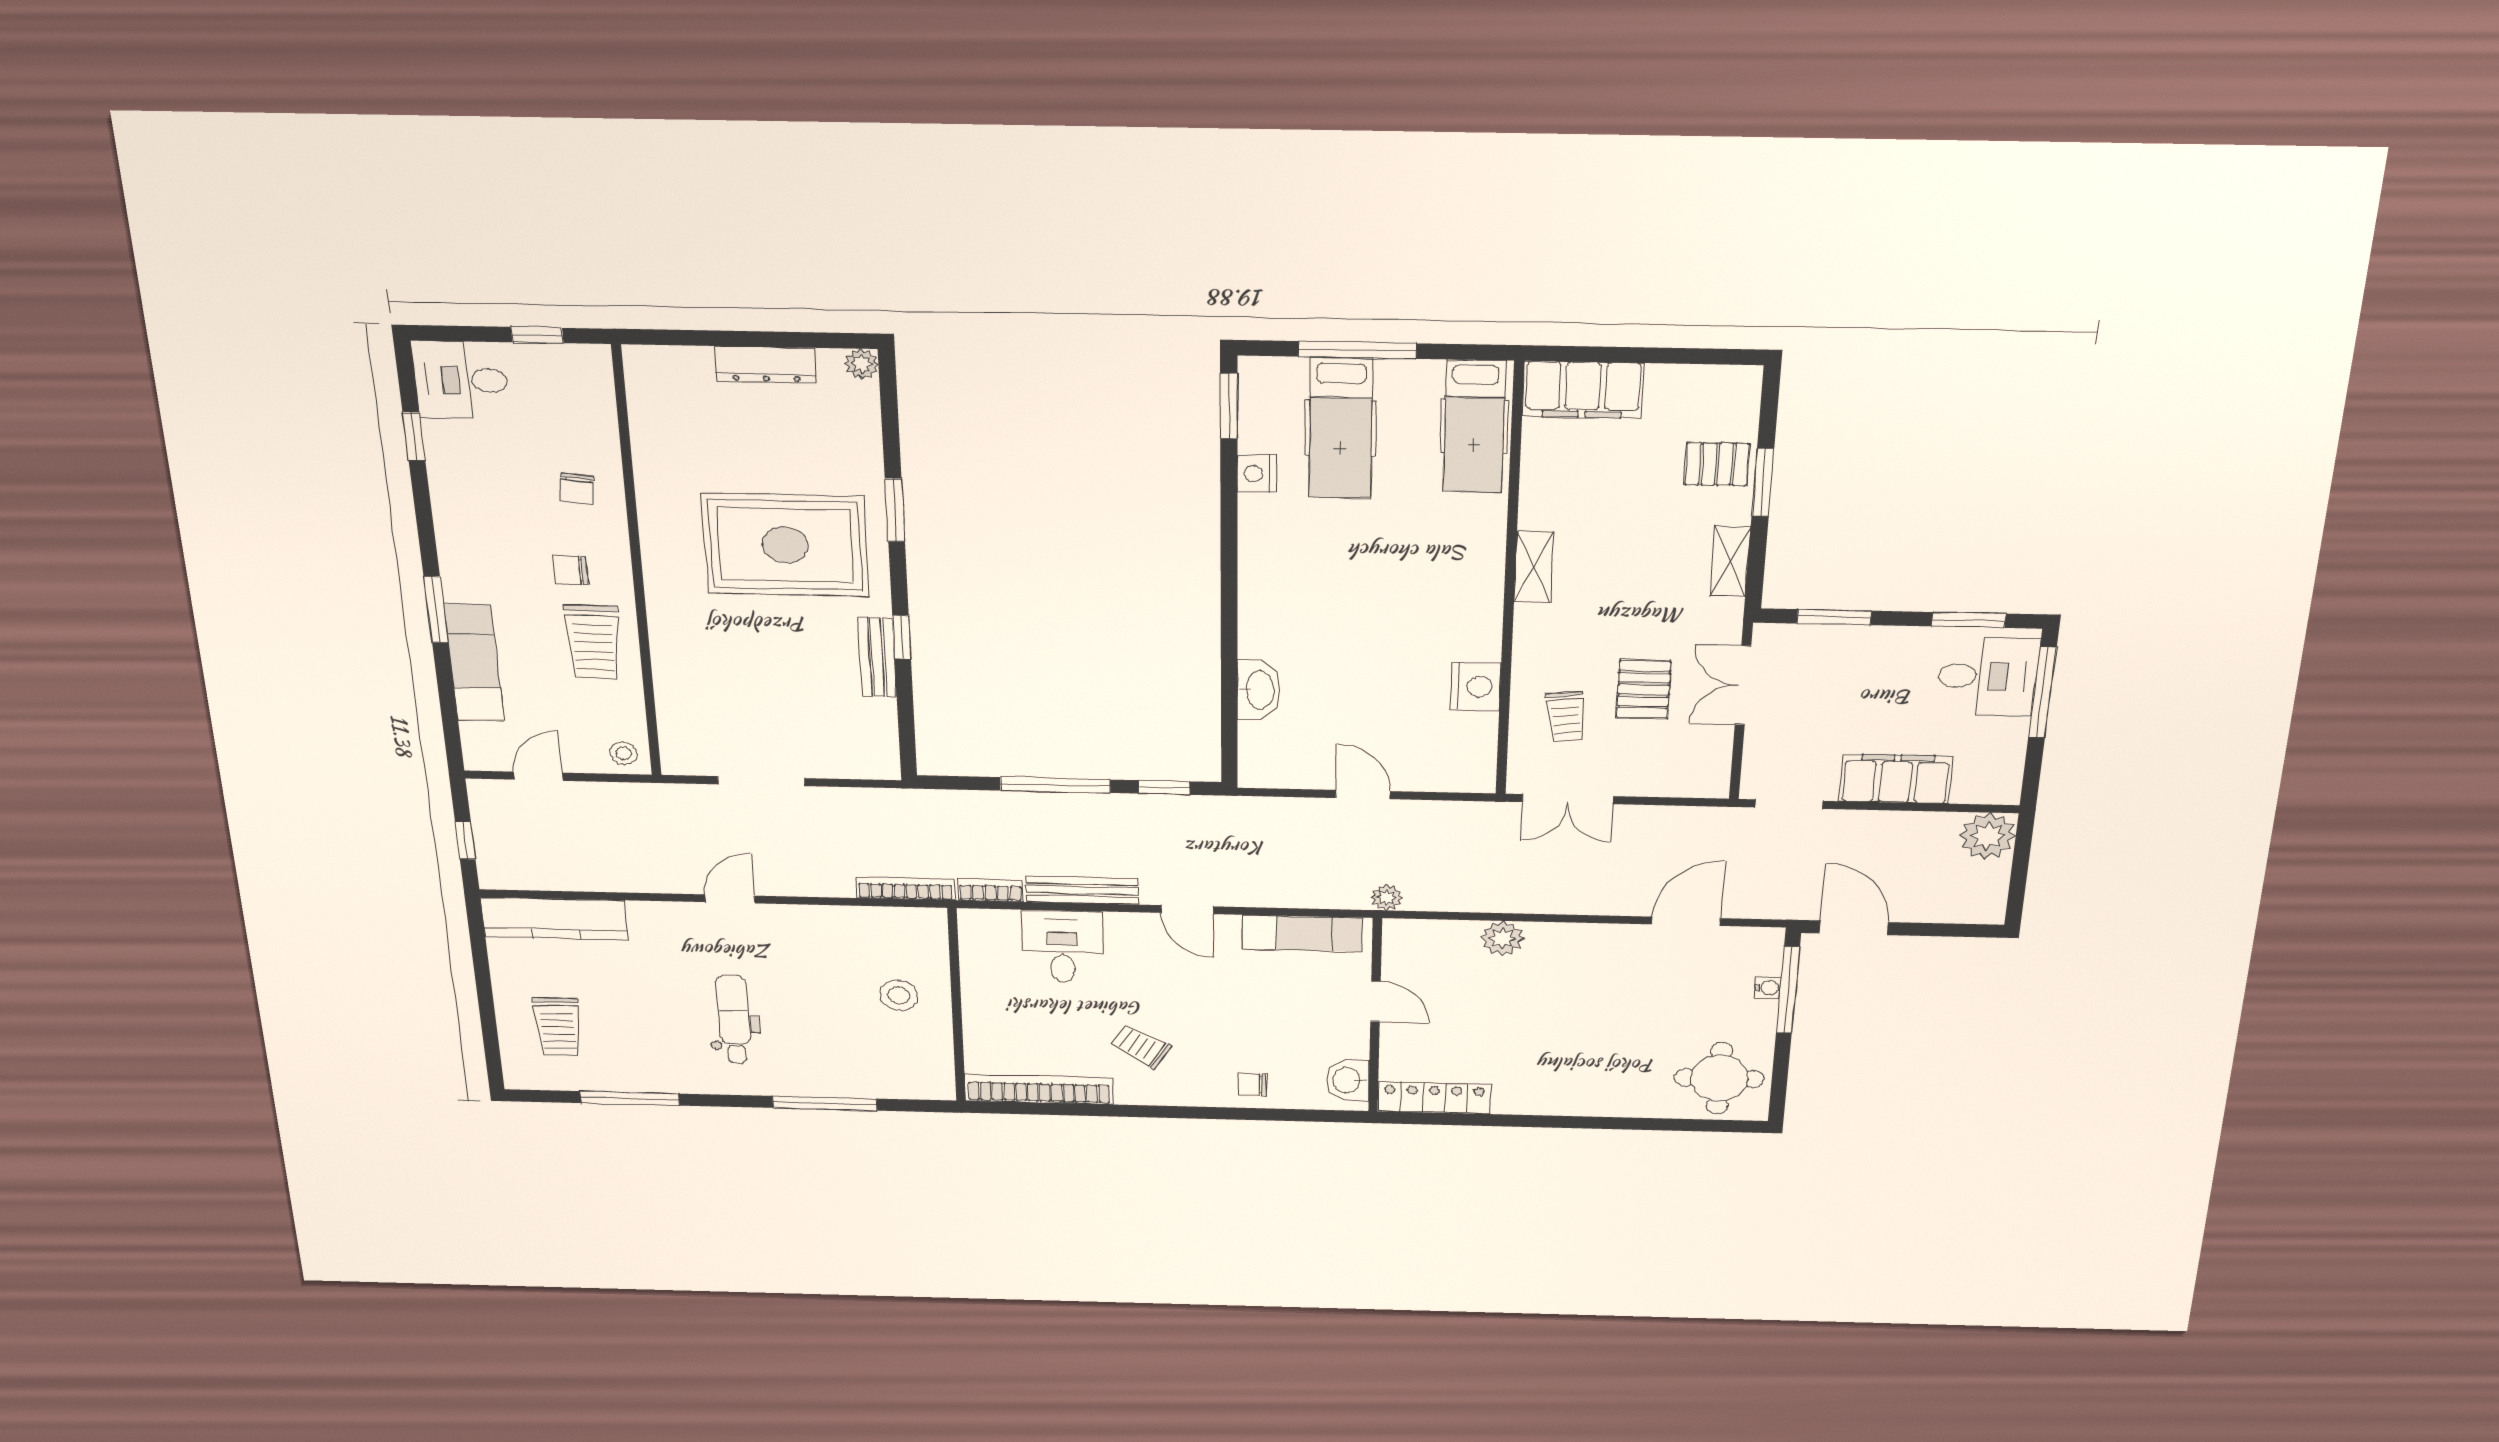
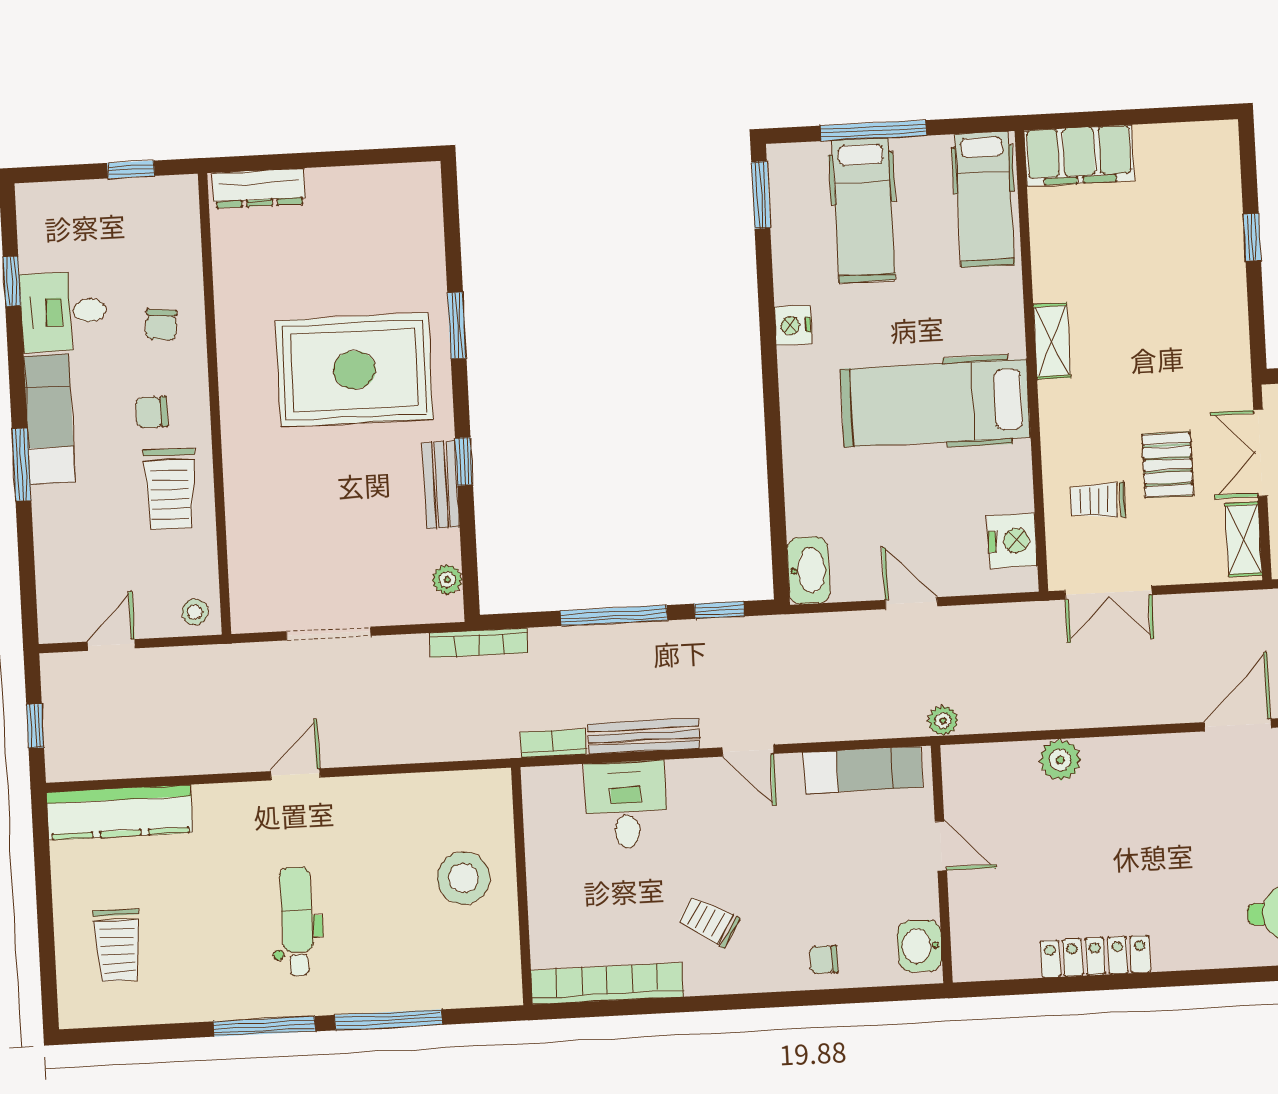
plant: (862, 364) -> (447, 580), moved
dresser: (765, 365) -> (259, 188), moved
desk: (461, 380) -> (63, 312), moved
pallet: (1717, 464) -> (1208, 221), removed
nightstand: (1257, 473) -> (793, 325), moved
window: (1763, 482) -> (1252, 237), width x0.67
shelving: (1730, 561) -> (1244, 539), moved
hospital bed: (1404, 617) -> (935, 403), added
exam couch: (474, 663) -> (49, 419), moved
nightstand: (1475, 686) -> (1012, 541), moved
washbasin: (1259, 690) -> (809, 570), moved
trolley: (1566, 717) -> (1098, 500), turned 98
bookcase: (905, 889) -> (479, 643), moved, turned 180
stool: (899, 996) -> (464, 878), width x1.38, depth x1.38
window: (630, 1098) -> (264, 1026), moved
locker: (1434, 1098) -> (1095, 956), moved

